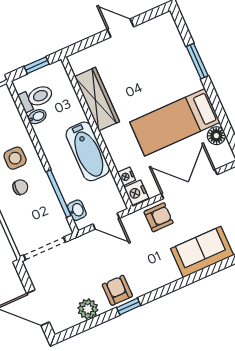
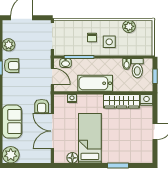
double door: (189, 184) -> (52, 131), swing flipped
nightstand: (136, 193) -> (146, 100), moved
door: (106, 221) -> (52, 76), swing flipped

